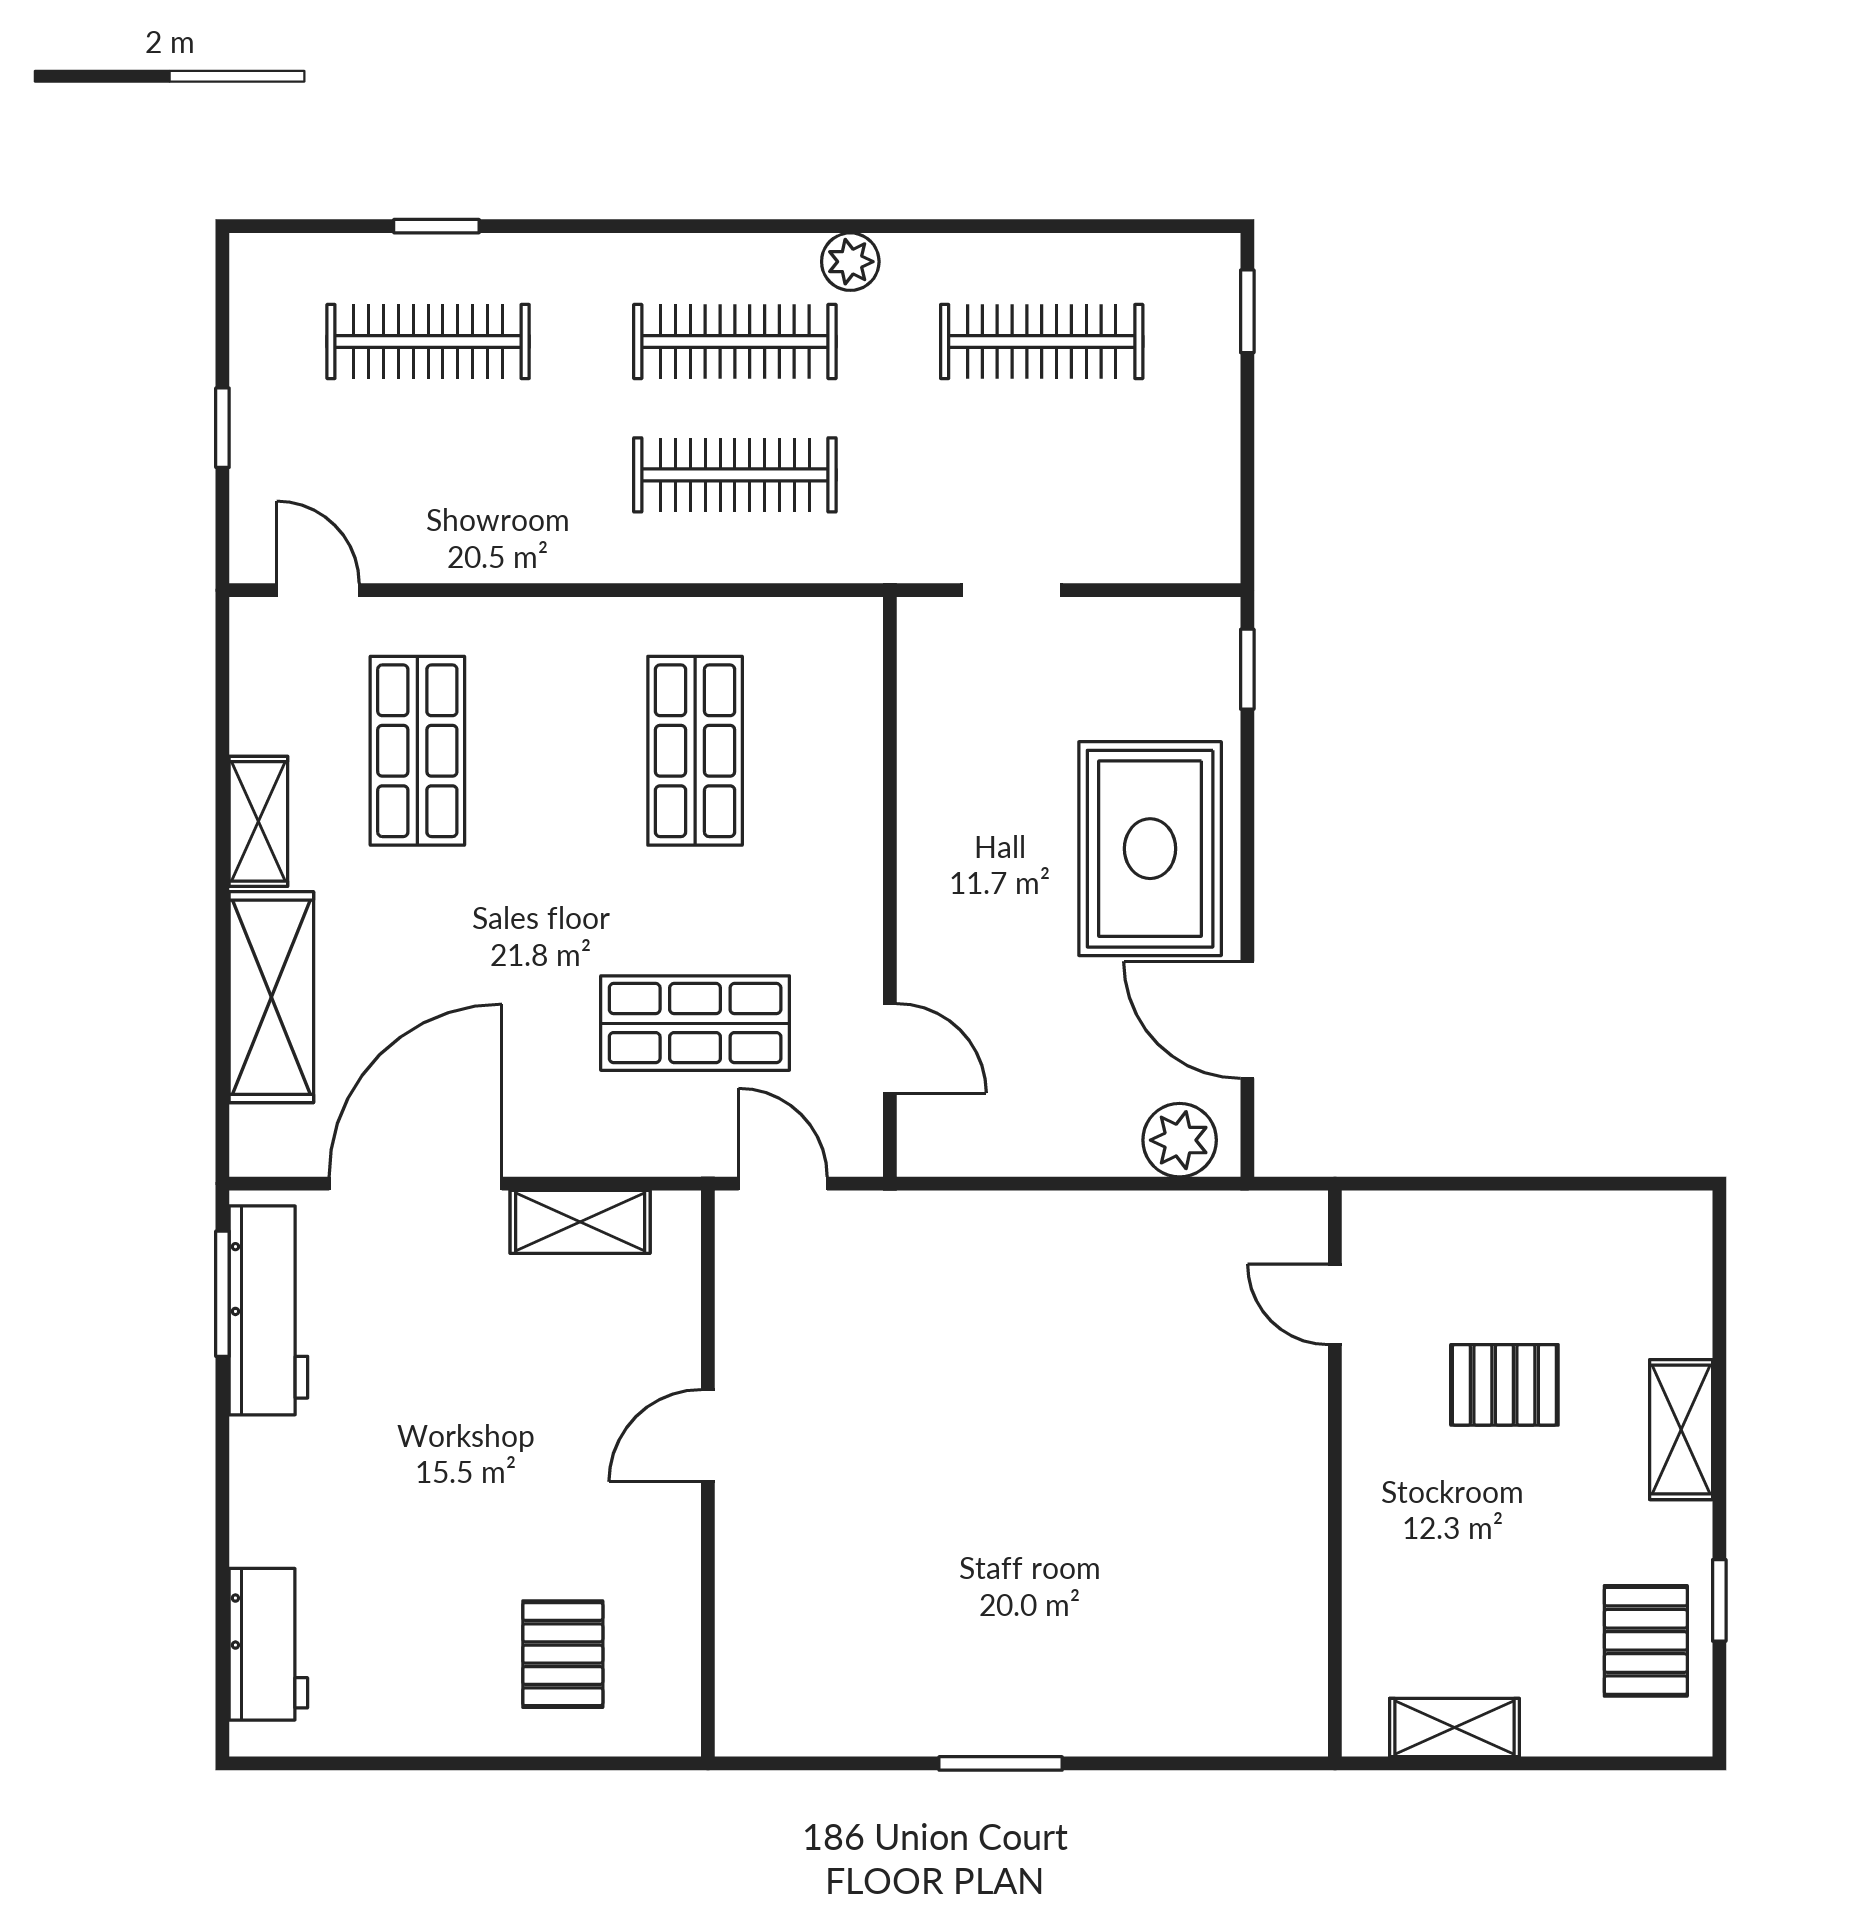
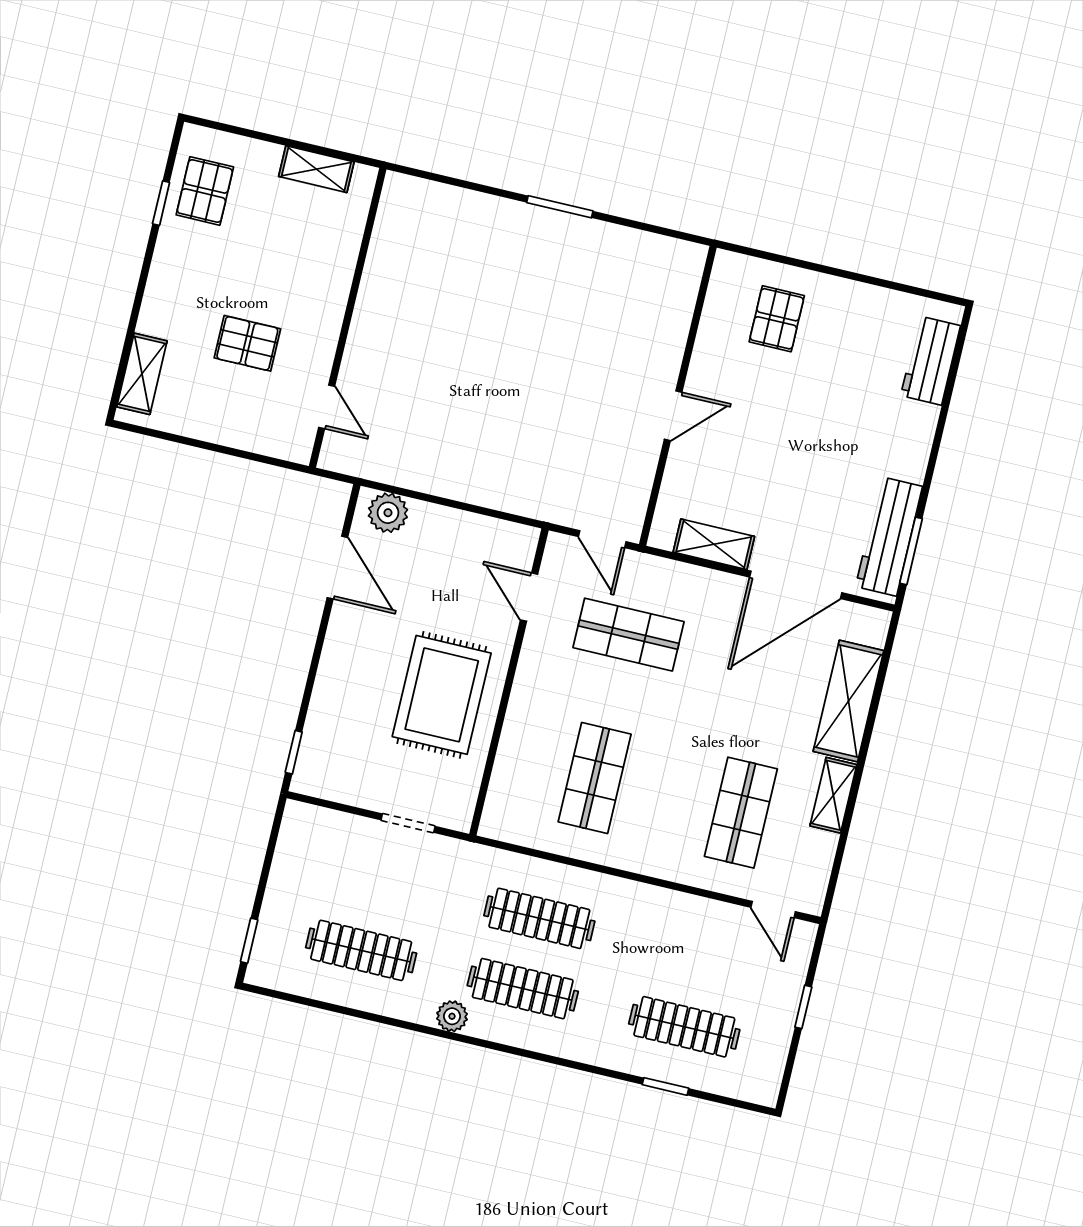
rug: (1150, 849) -> (442, 695), moved
shelving: (1681, 1430) -> (142, 374), moved

